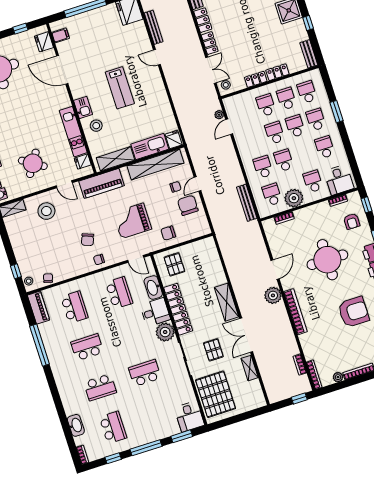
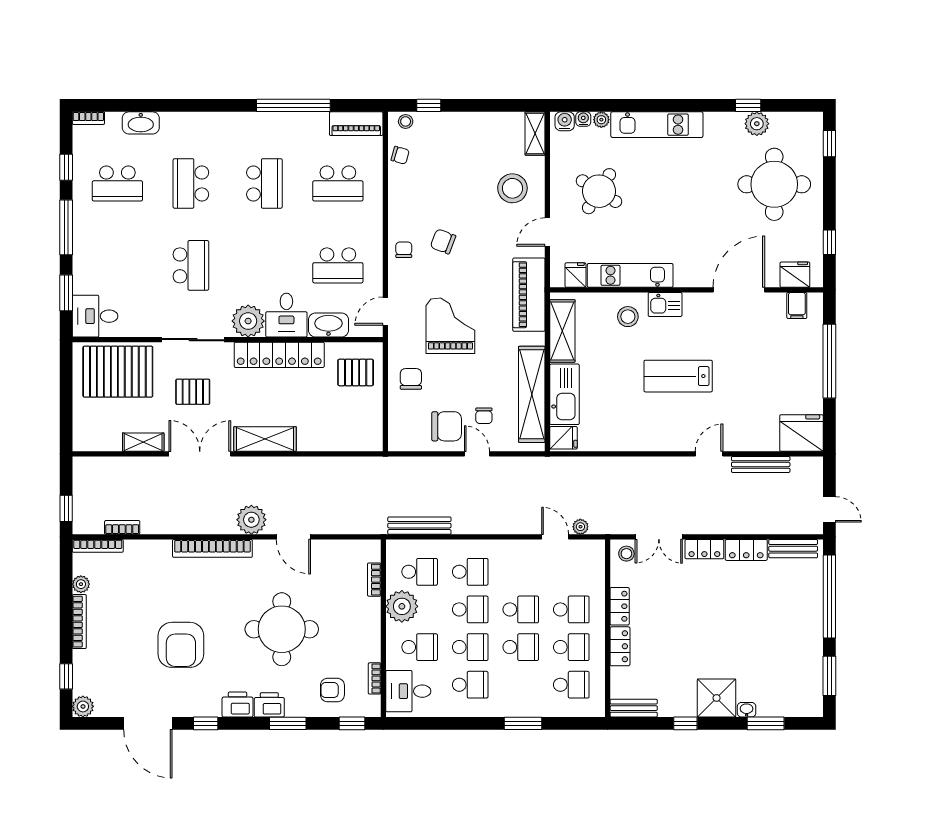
school desk: (316, 120) -> (470, 647), moved

